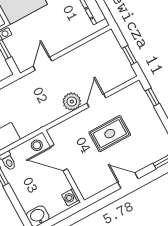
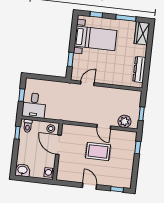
door: (96, 100) -> (104, 127), swing flipped
plant: (72, 102) -> (124, 121), moved

